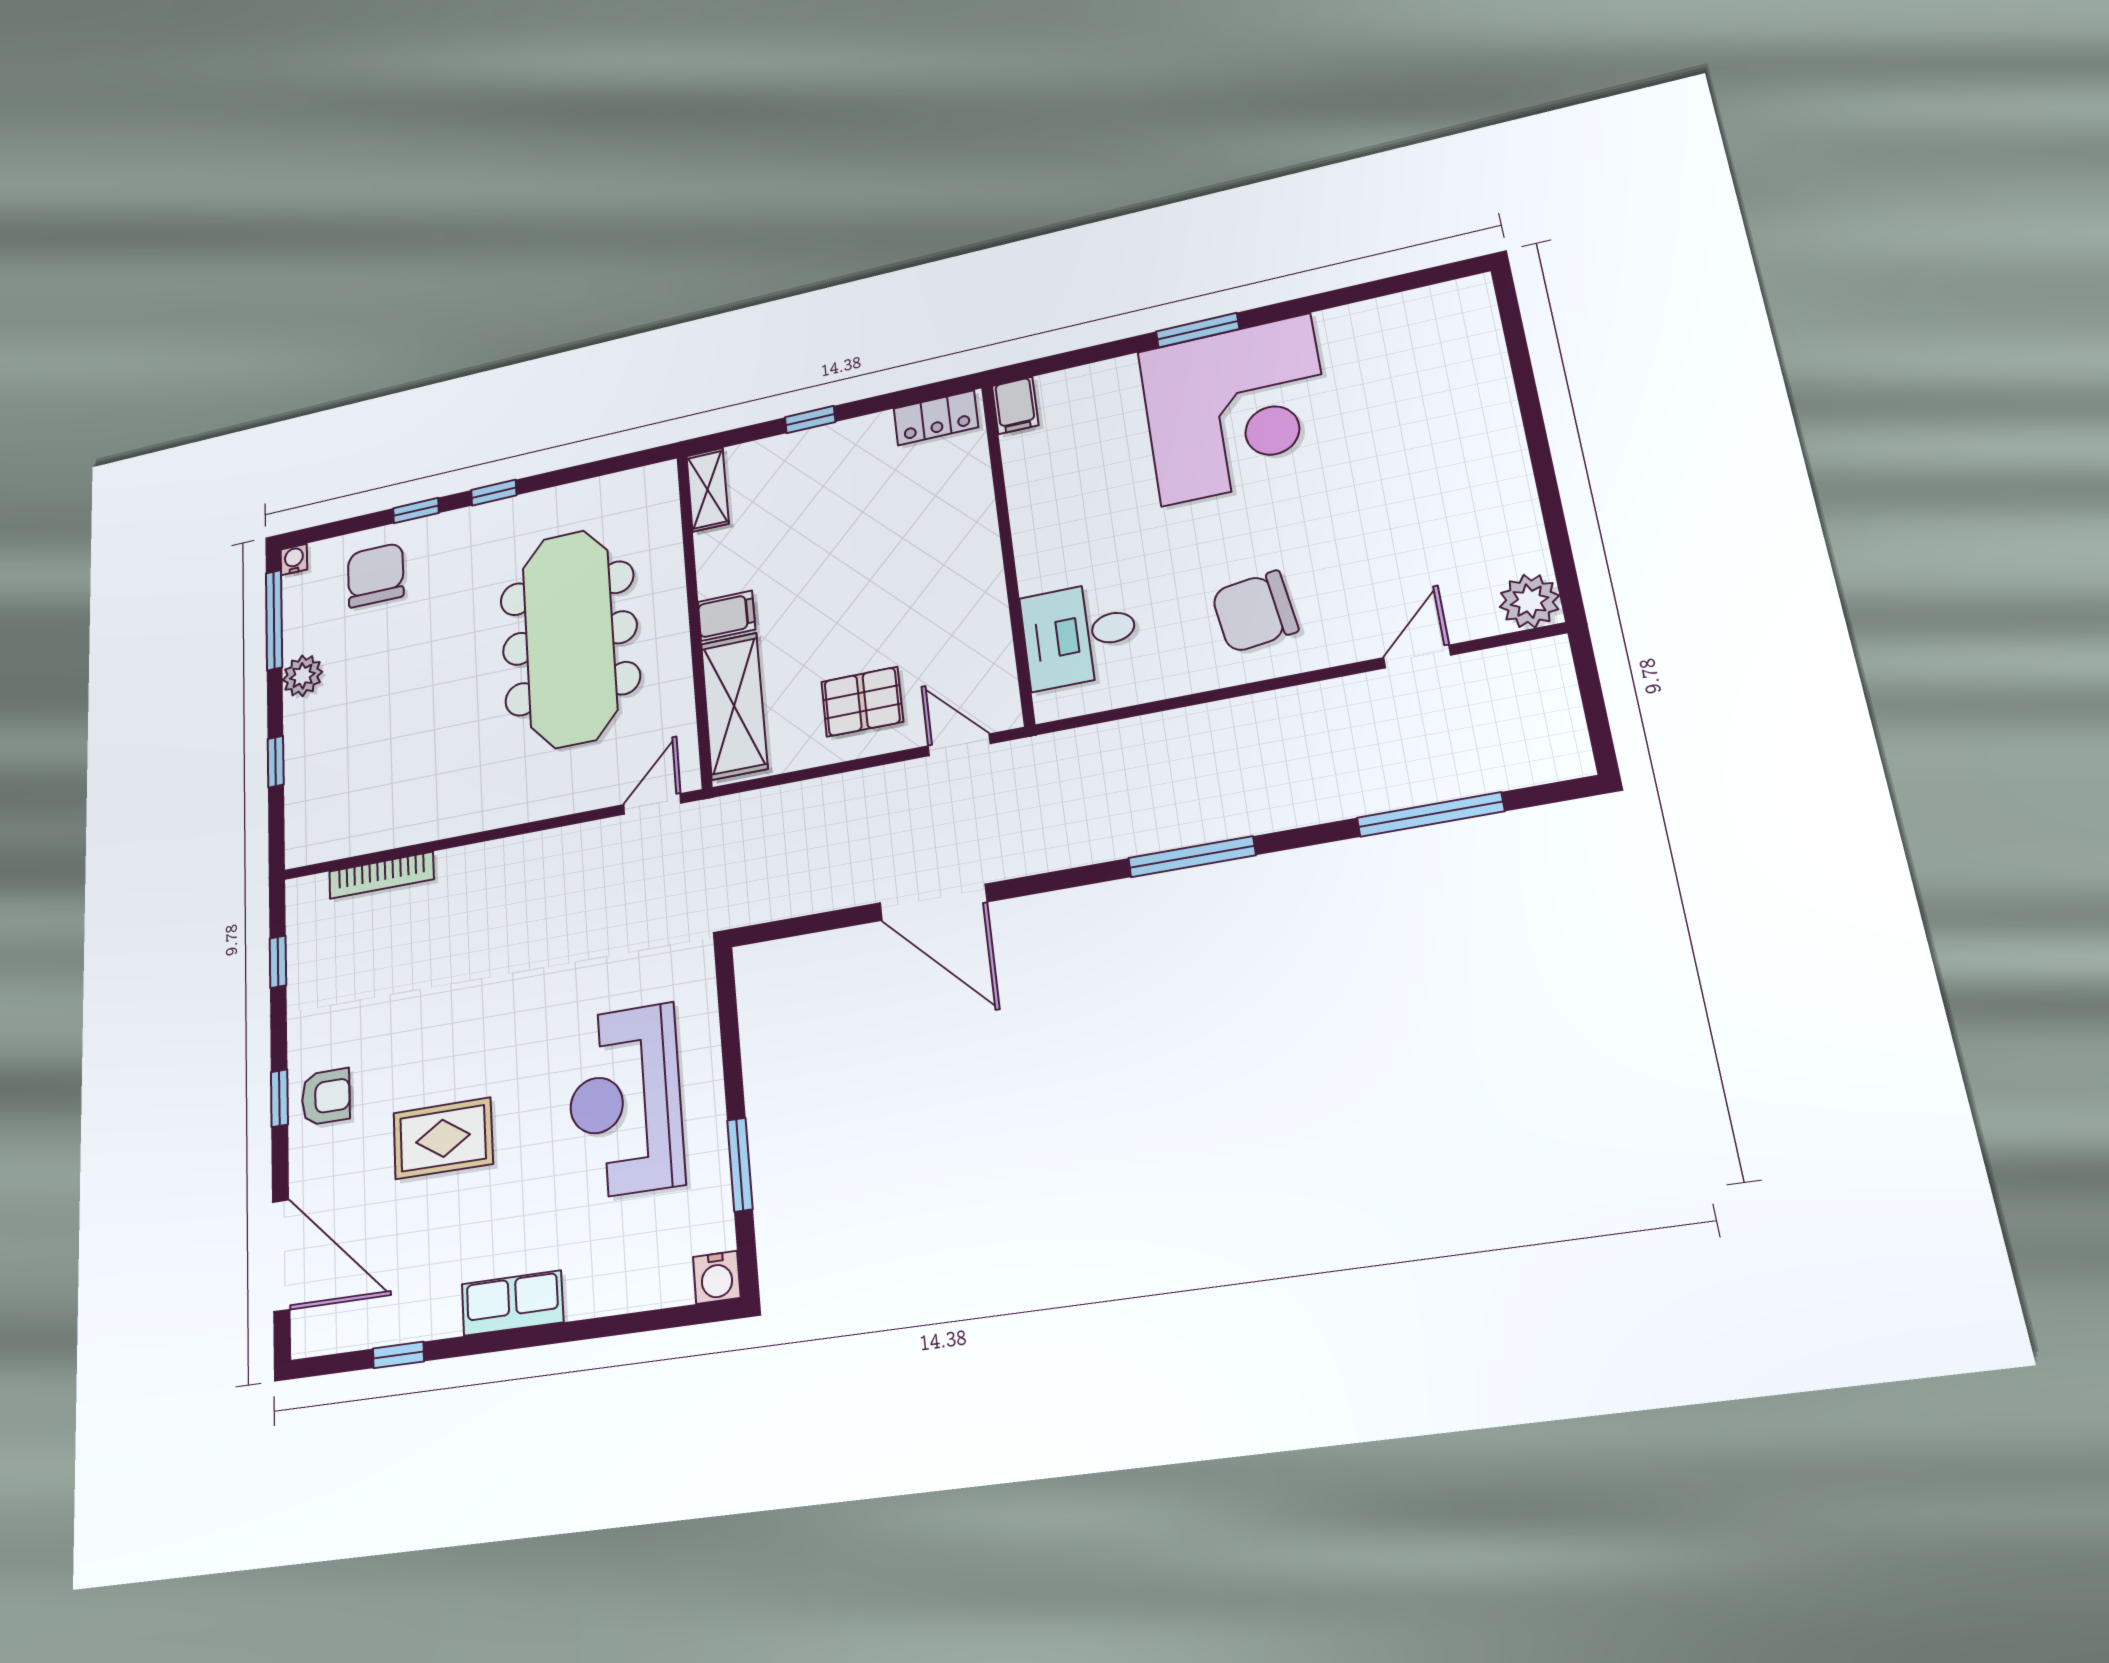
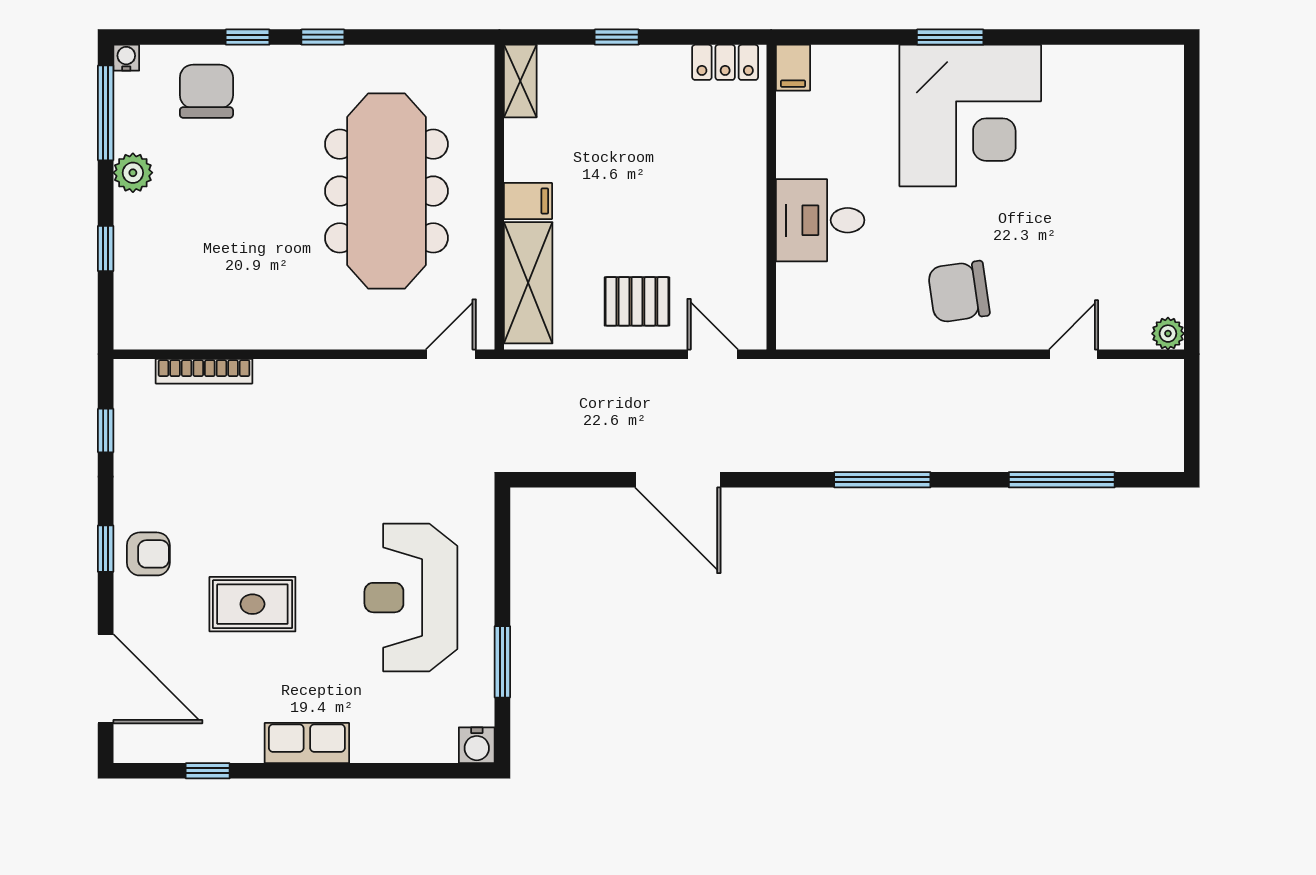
plant: (1529, 601) -> (1168, 334), width x0.73, depth x0.73
desk: (1079, 634) -> (820, 220), moved

